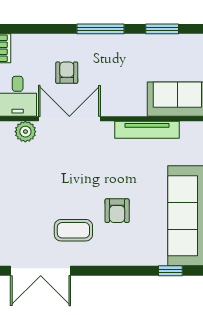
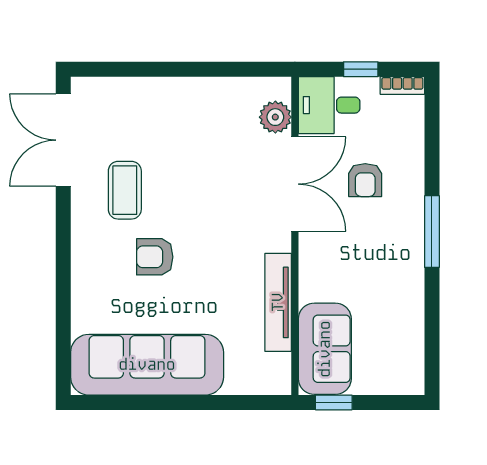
window: (162, 29) -> (432, 325), removed
armchair: (67, 73) -> (365, 180), turned 90
window: (170, 271) -> (63, 338), removed

